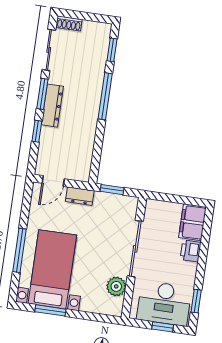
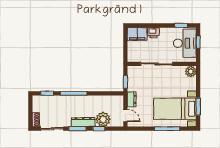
plant: (52, 141) -> (103, 119), added
plant: (116, 286) -> (191, 71), moved

